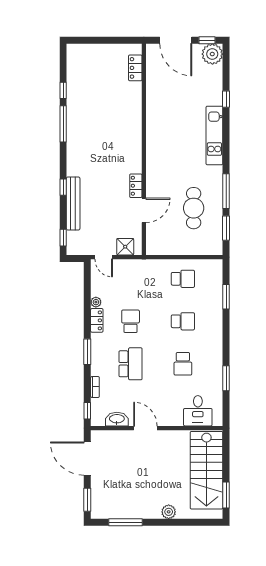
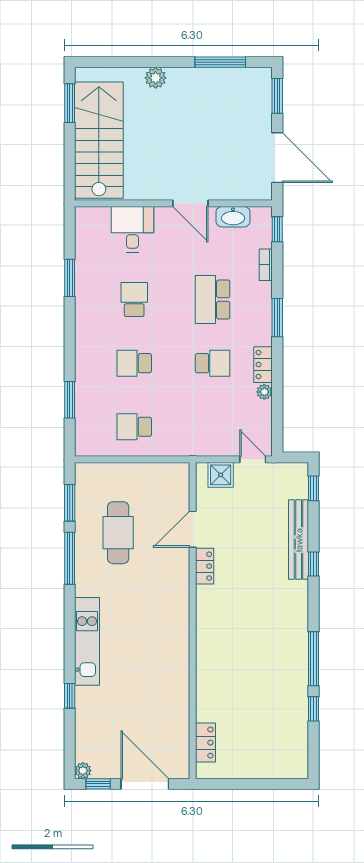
plant: (212, 54) -> (83, 771), width x0.53, depth x0.53
school desk: (131, 321) -> (213, 363), turned -90
desk: (198, 411) -> (132, 229), moved

